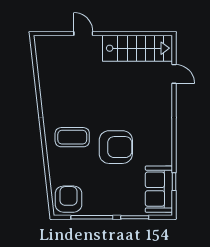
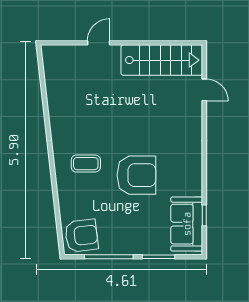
door: (83, 33) -> (99, 43), hinge flipped
coffee table: (72, 137) -> (86, 164), width x0.73, depth x0.77
armchair: (69, 199) -> (81, 236), turned 83

